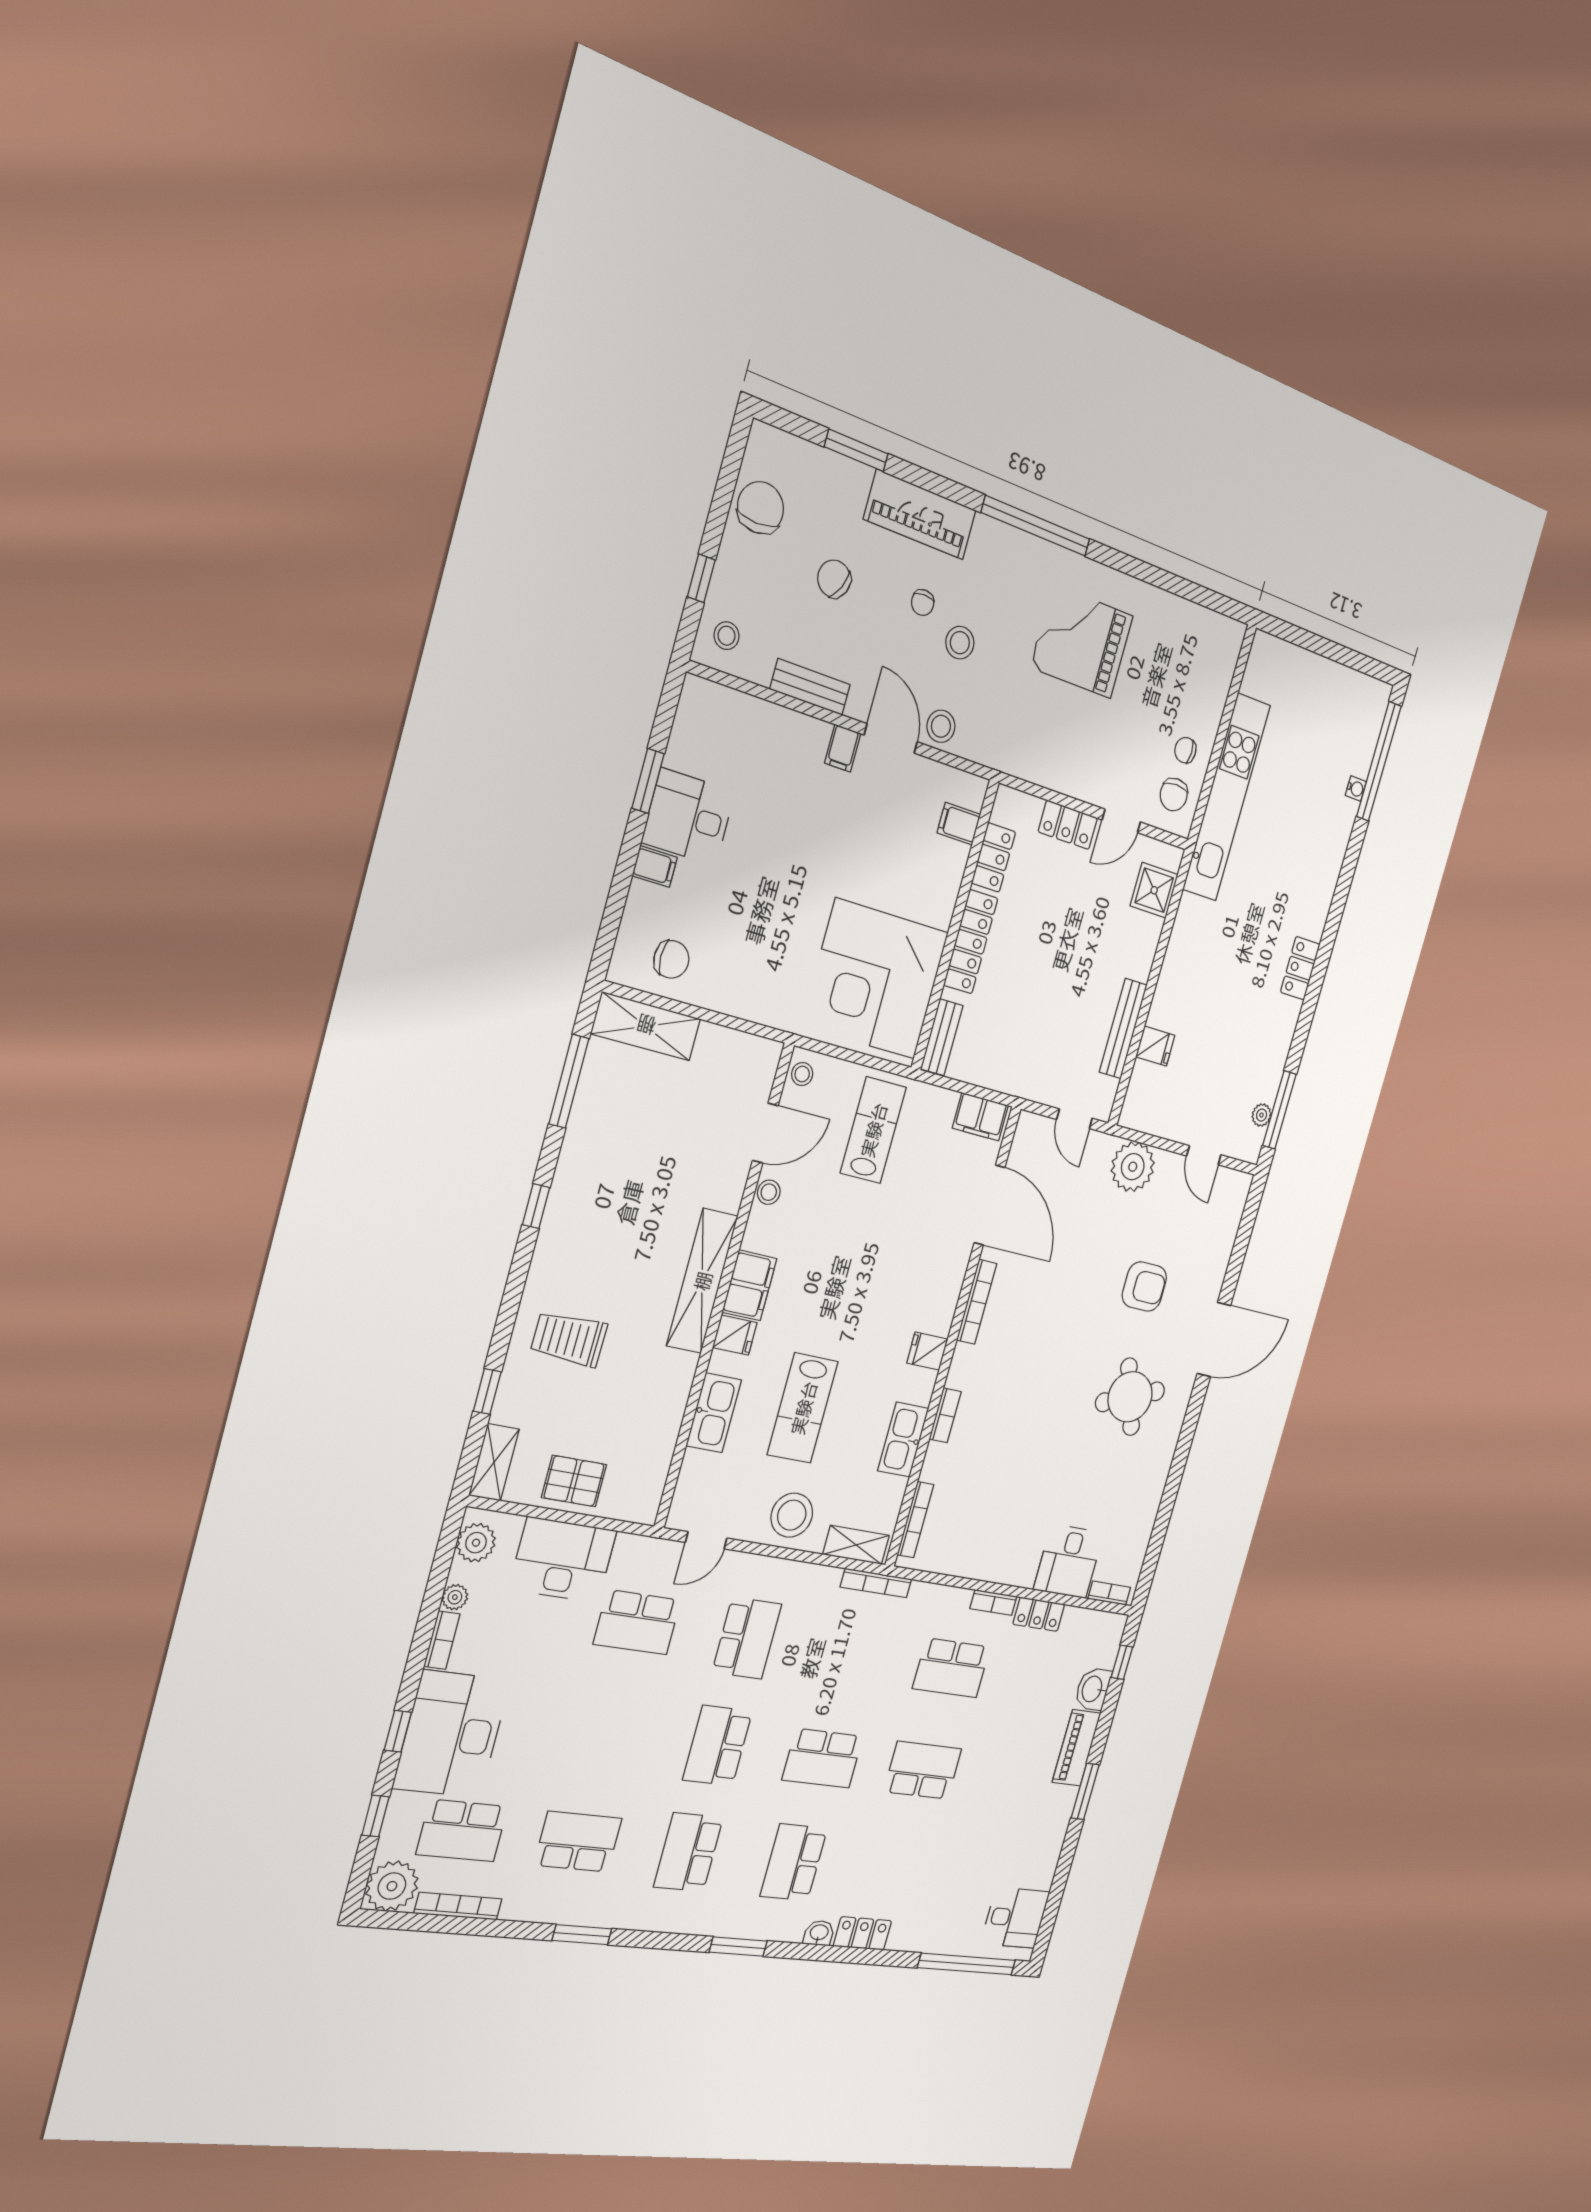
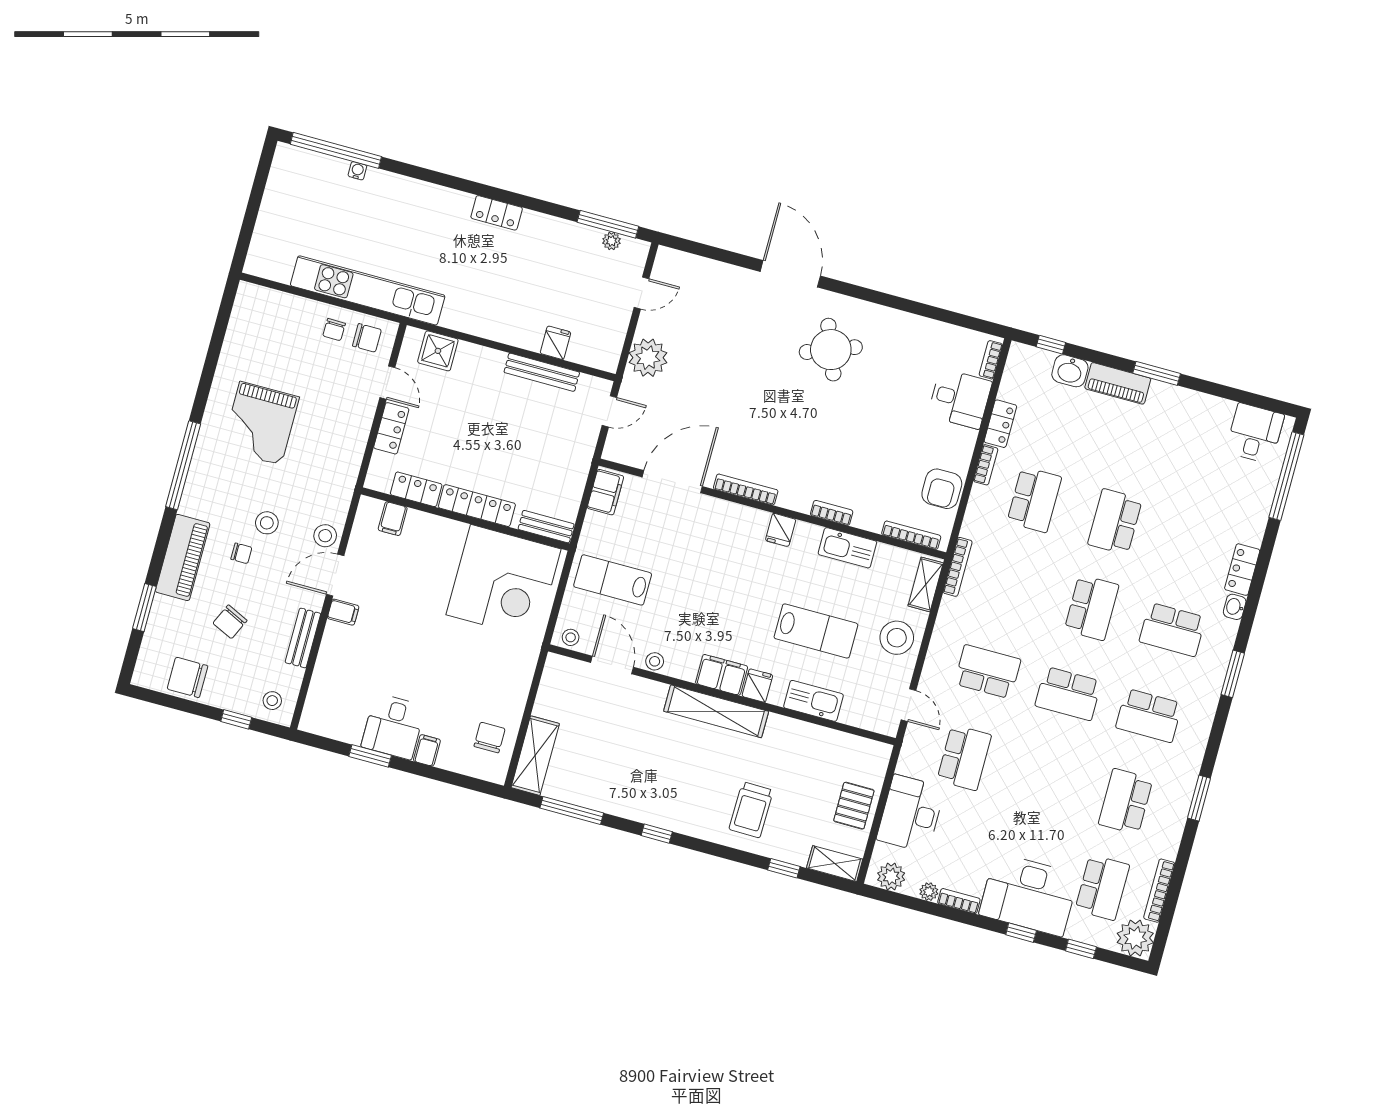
armchair: (1144, 1287) -> (942, 489), moved, turned 180

